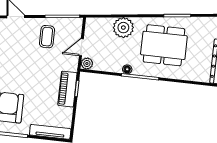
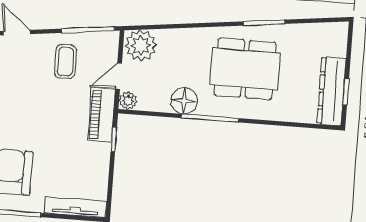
plant: (123, 28) -> (141, 45), moved
floor lamp: (127, 69) -> (184, 101), width x1.89, depth x1.89
piano: (67, 89) -> (102, 115), moved

